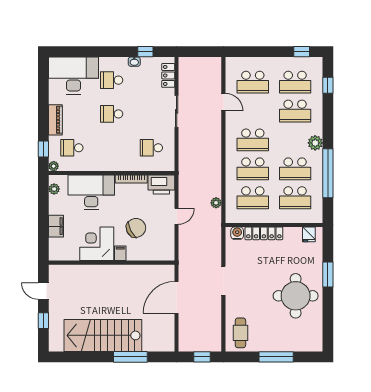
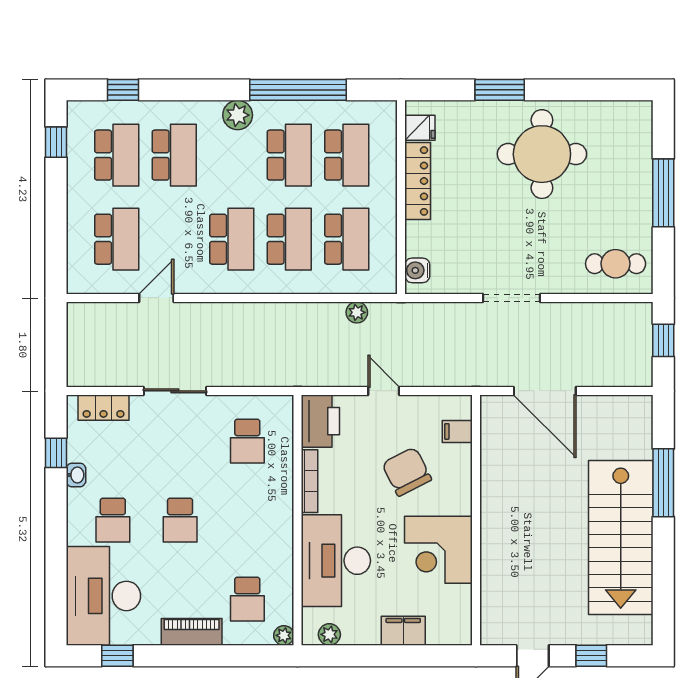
window: (43, 149) -> (117, 656), moved
locker: (264, 233) -> (418, 181), moved
filing cabinet: (120, 253) -> (457, 431), moved

